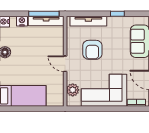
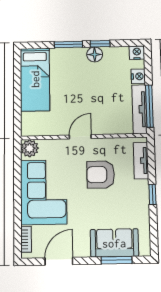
window: (117, 14) -> (152, 194), moved
tv unit: (88, 21) -> (141, 161), width x0.71
plant: (73, 90) -> (30, 148), moved

